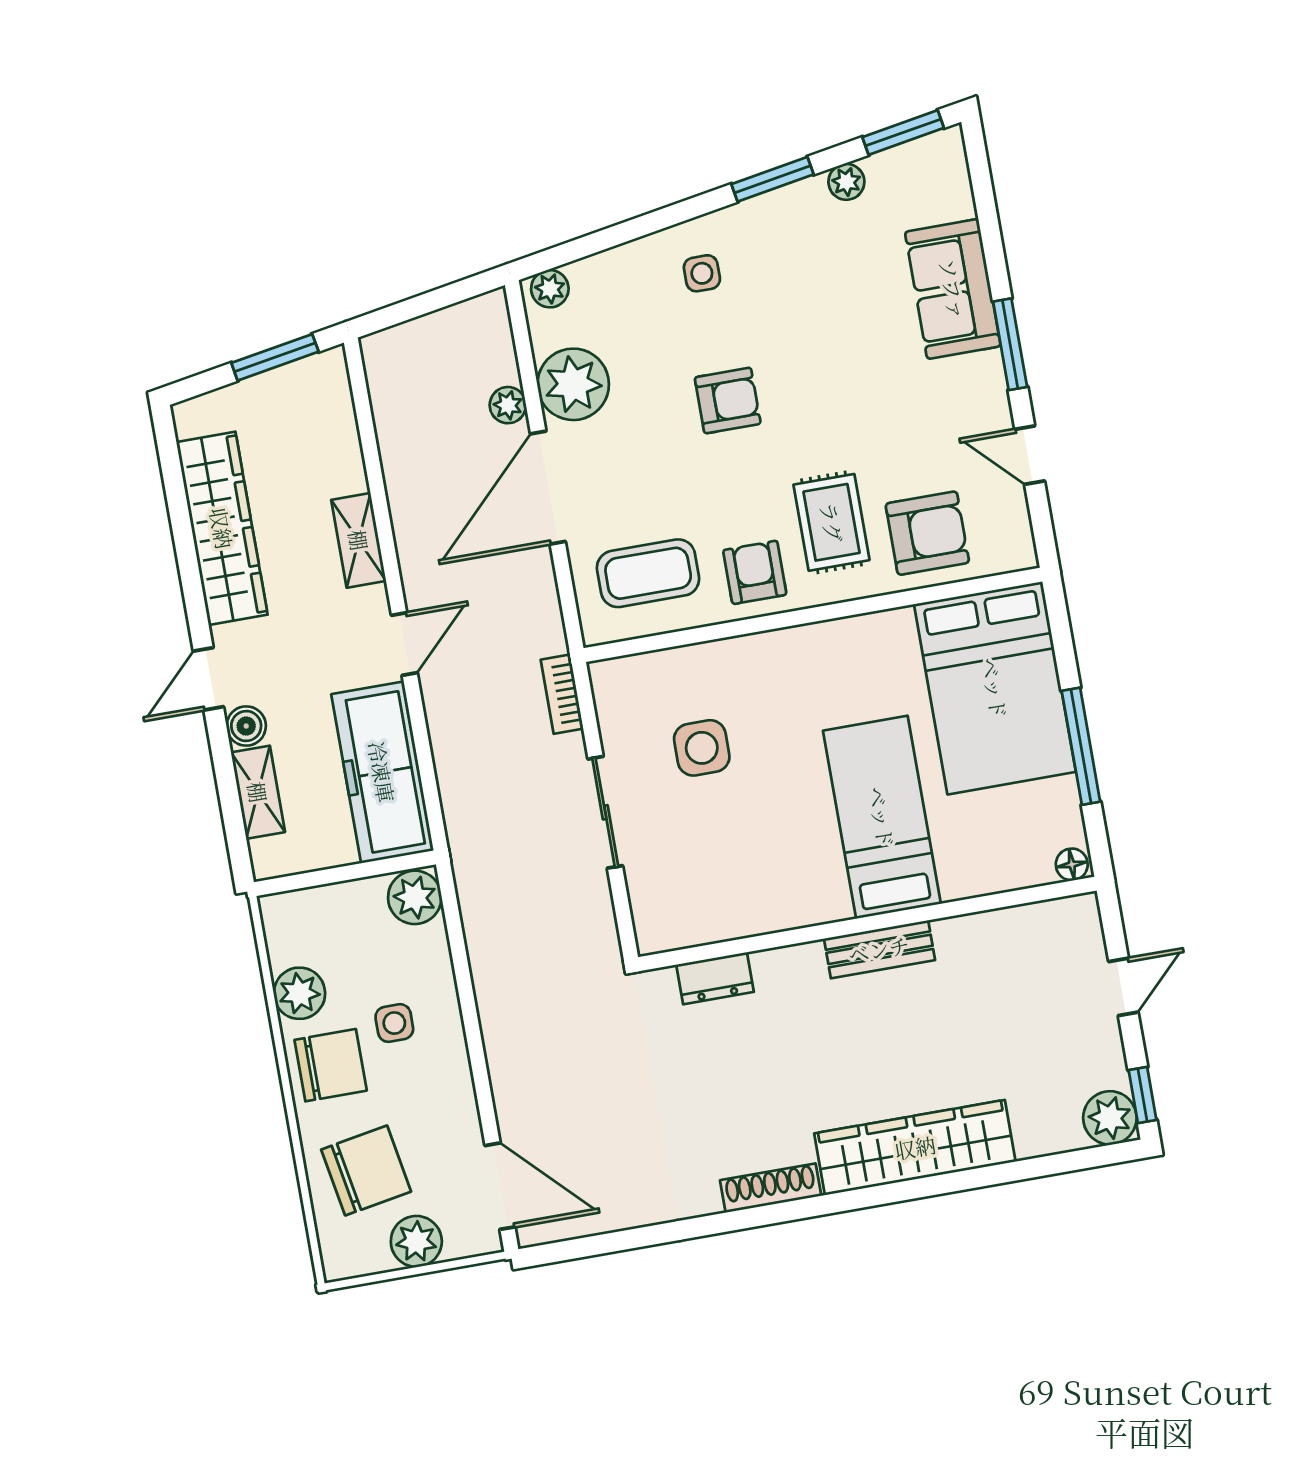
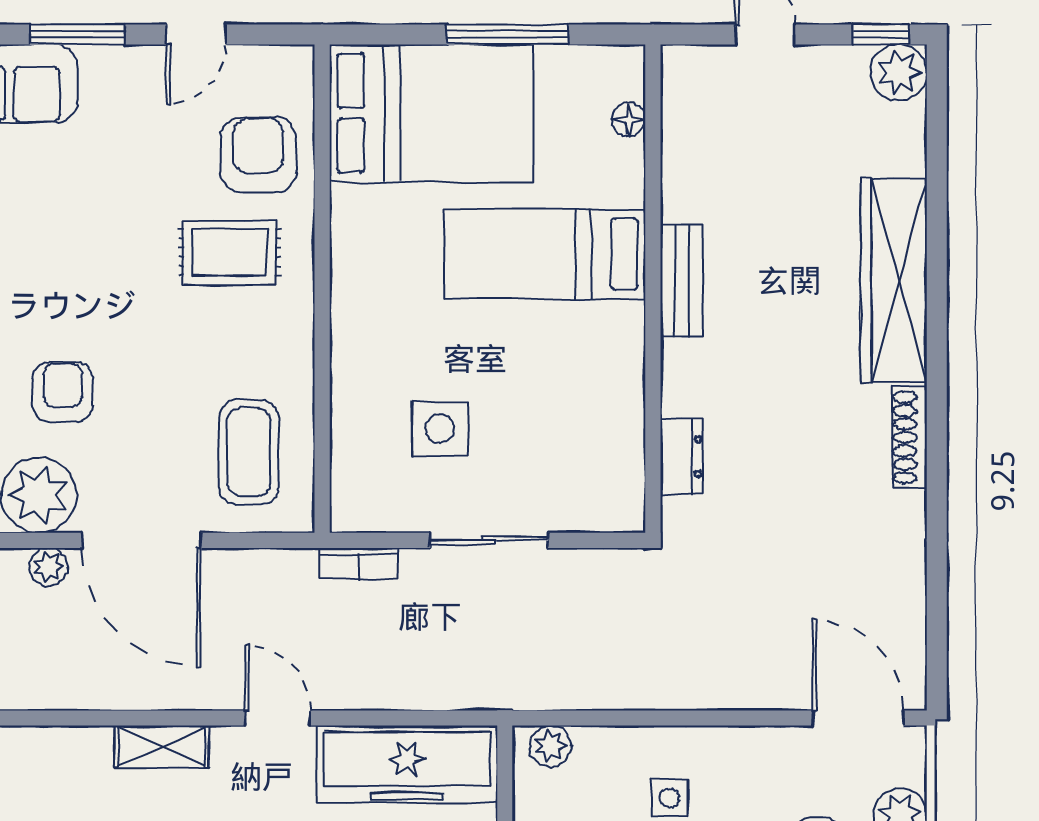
armchair: (728, 401) -> (63, 392), moved
armchair: (755, 572) -> (267, 341), removed
floor lamp: (1072, 864) -> (629, 120), moved
plant: (415, 897) -> (550, 746), width x0.73, depth x0.73
door: (500, 1186) -> (858, 718), hinge flipped

